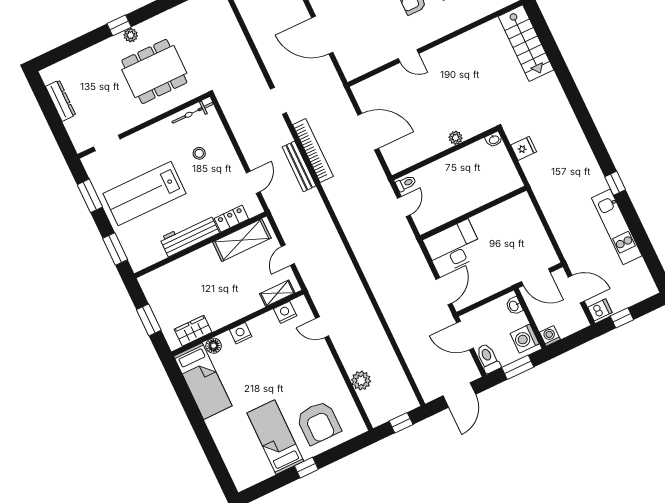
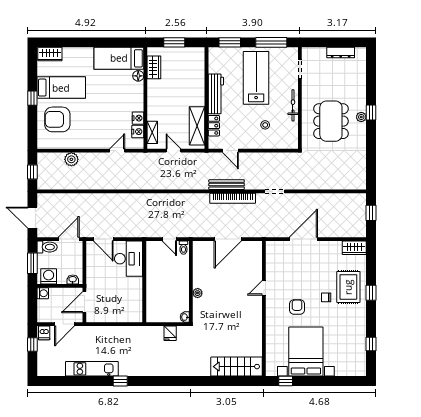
bicycle: (193, 113) -> (293, 105), moved
window: (90, 196) -> (271, 42), width x1.44
nightstand: (241, 333) -> (138, 118), moved
wardrobe: (239, 472) -> (50, 54), added

